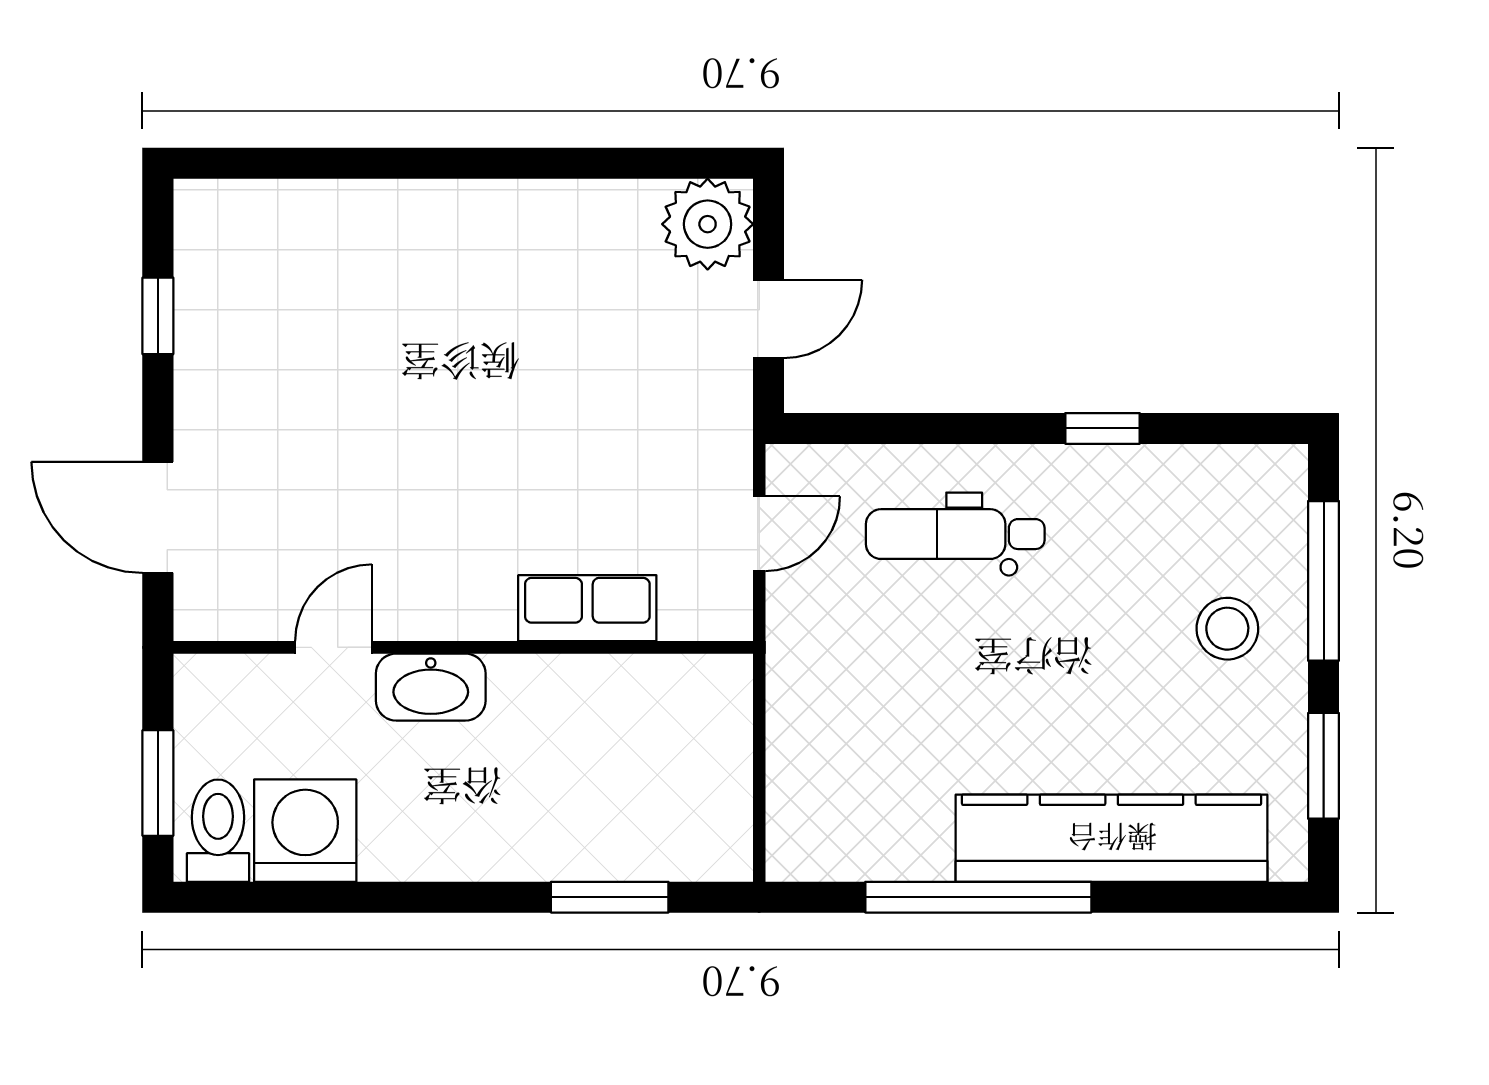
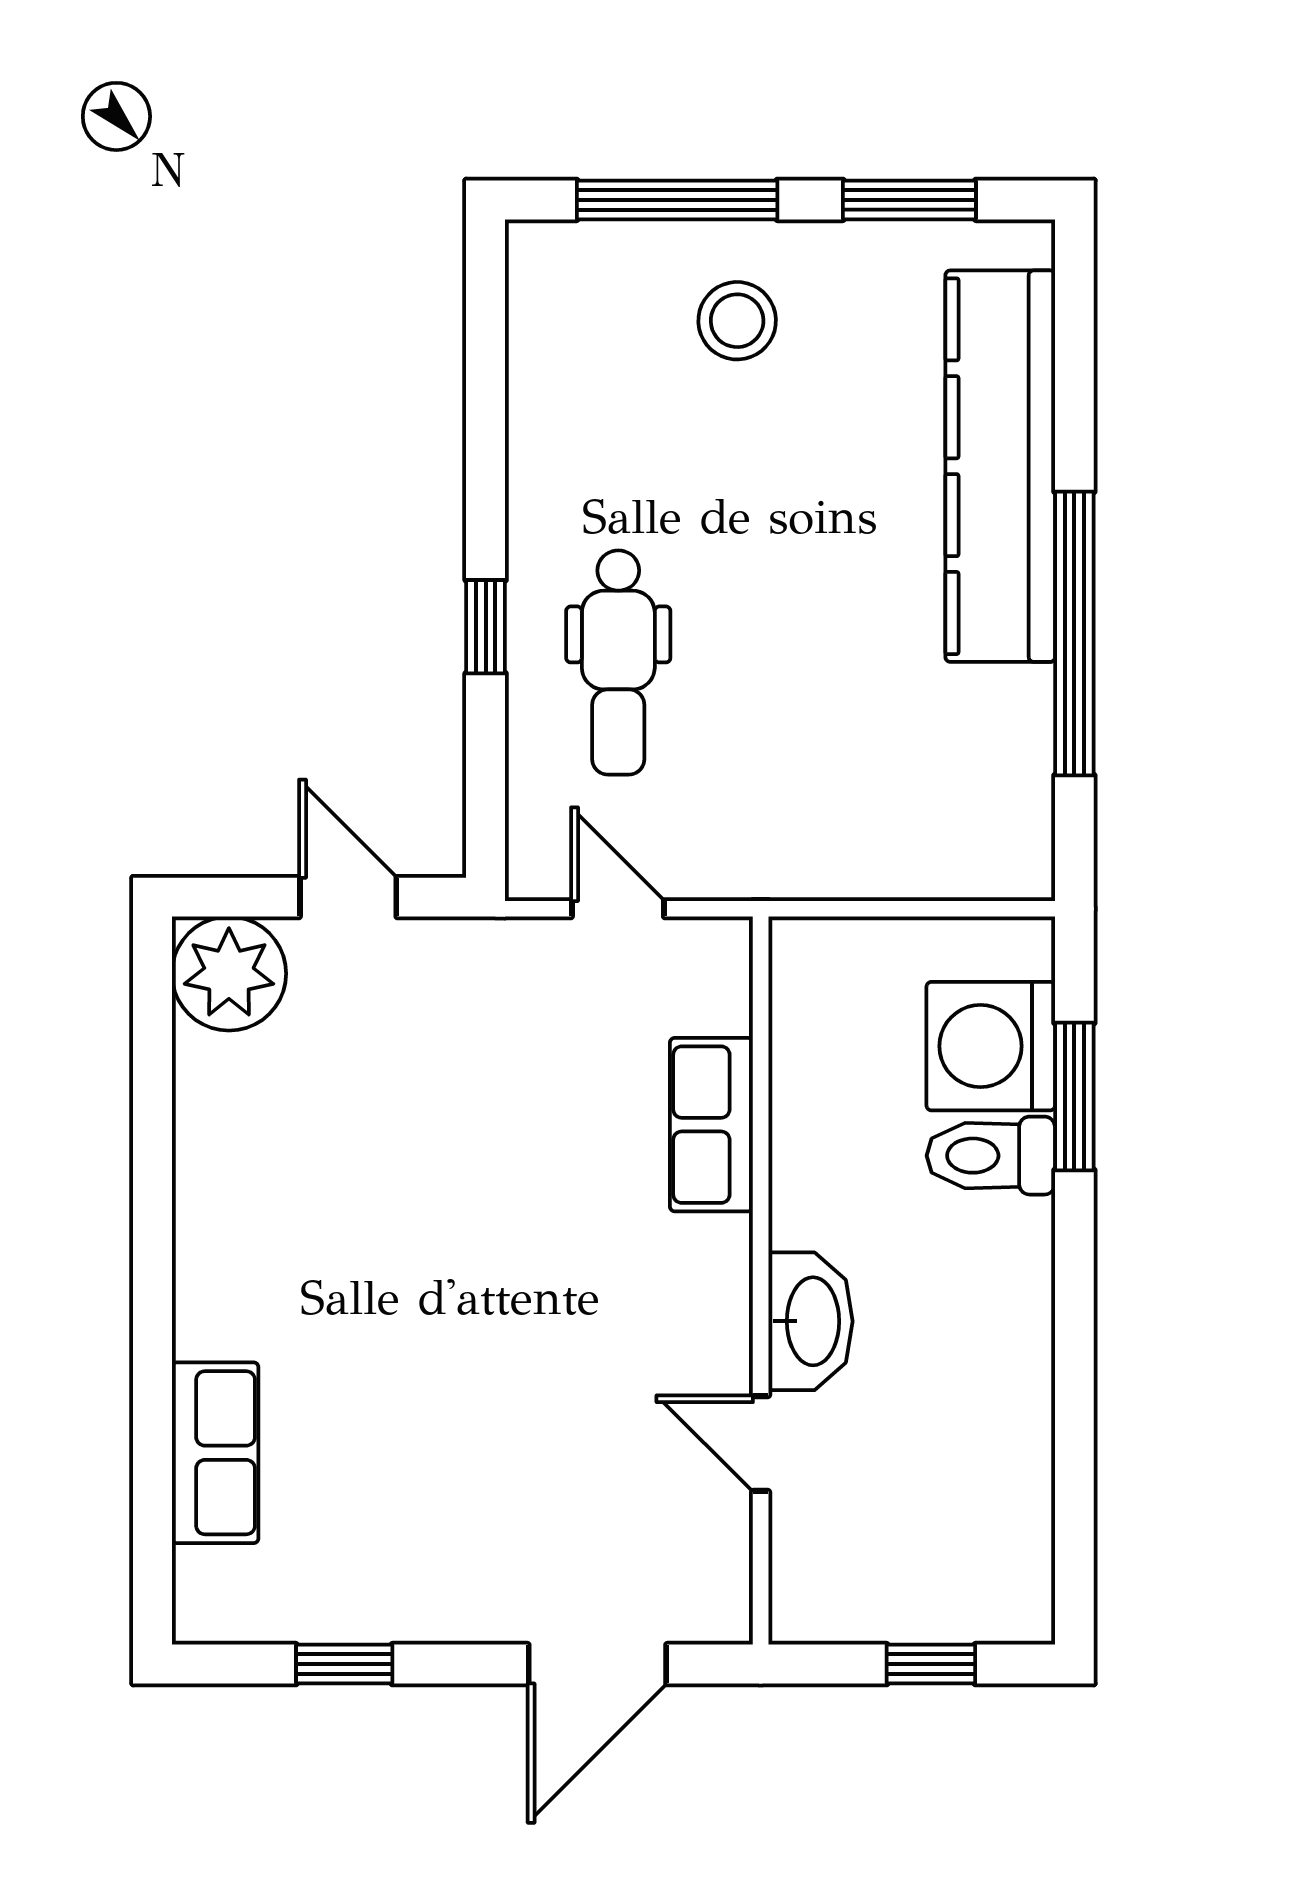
row of seats: (326, 213) -> (215, 1453), added
window: (1103, 428) -> (486, 627), moved
window: (158, 783) -> (931, 1664), width x0.67
toilet: (218, 831) -> (991, 1156), moved
washing machine: (305, 831) -> (991, 1046), moved

